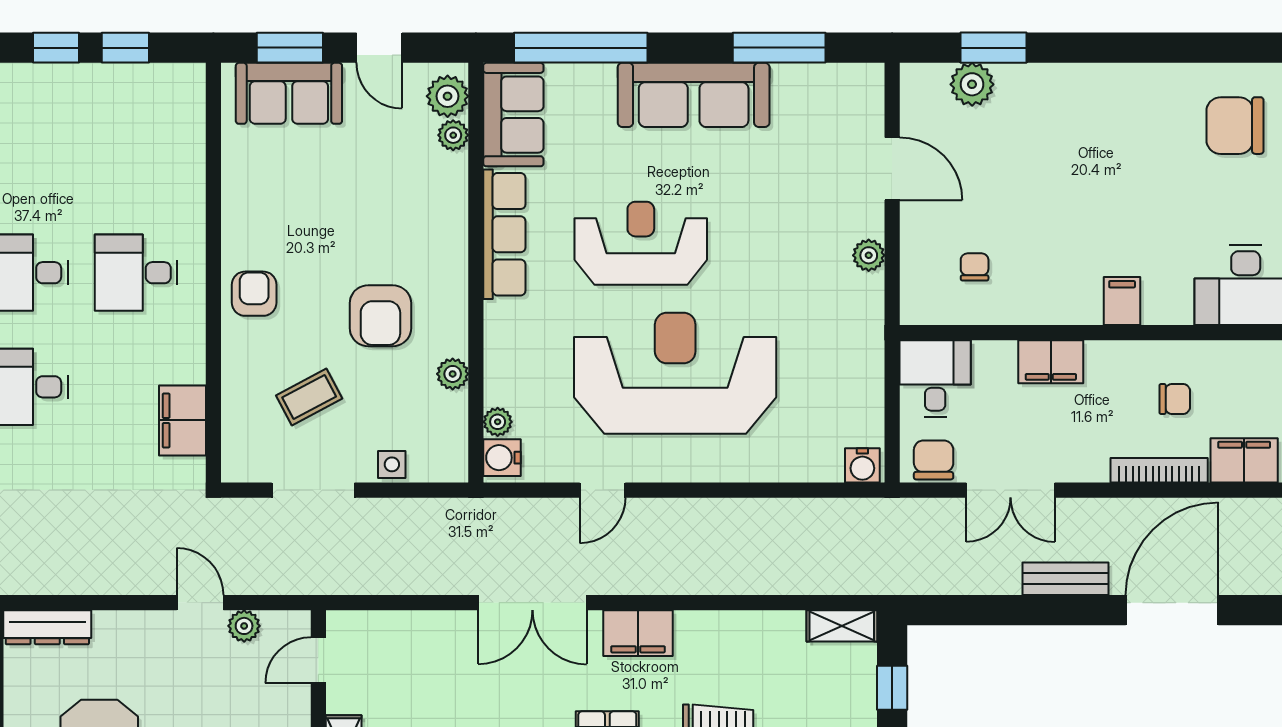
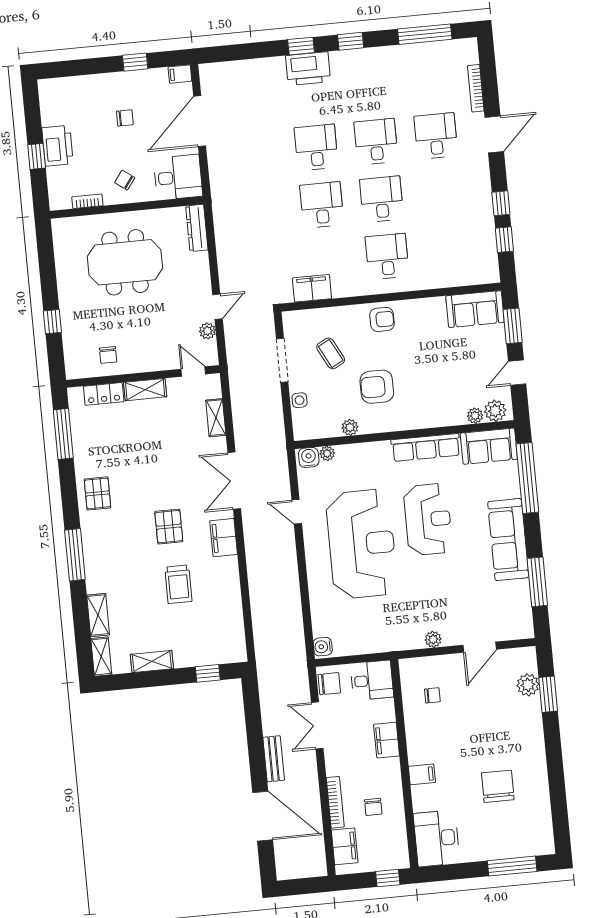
sofa: (289, 93) -> (475, 309), moved, turned -90
chair: (1235, 126) -> (498, 786), moved
shelving: (842, 626) -> (216, 418), moved

